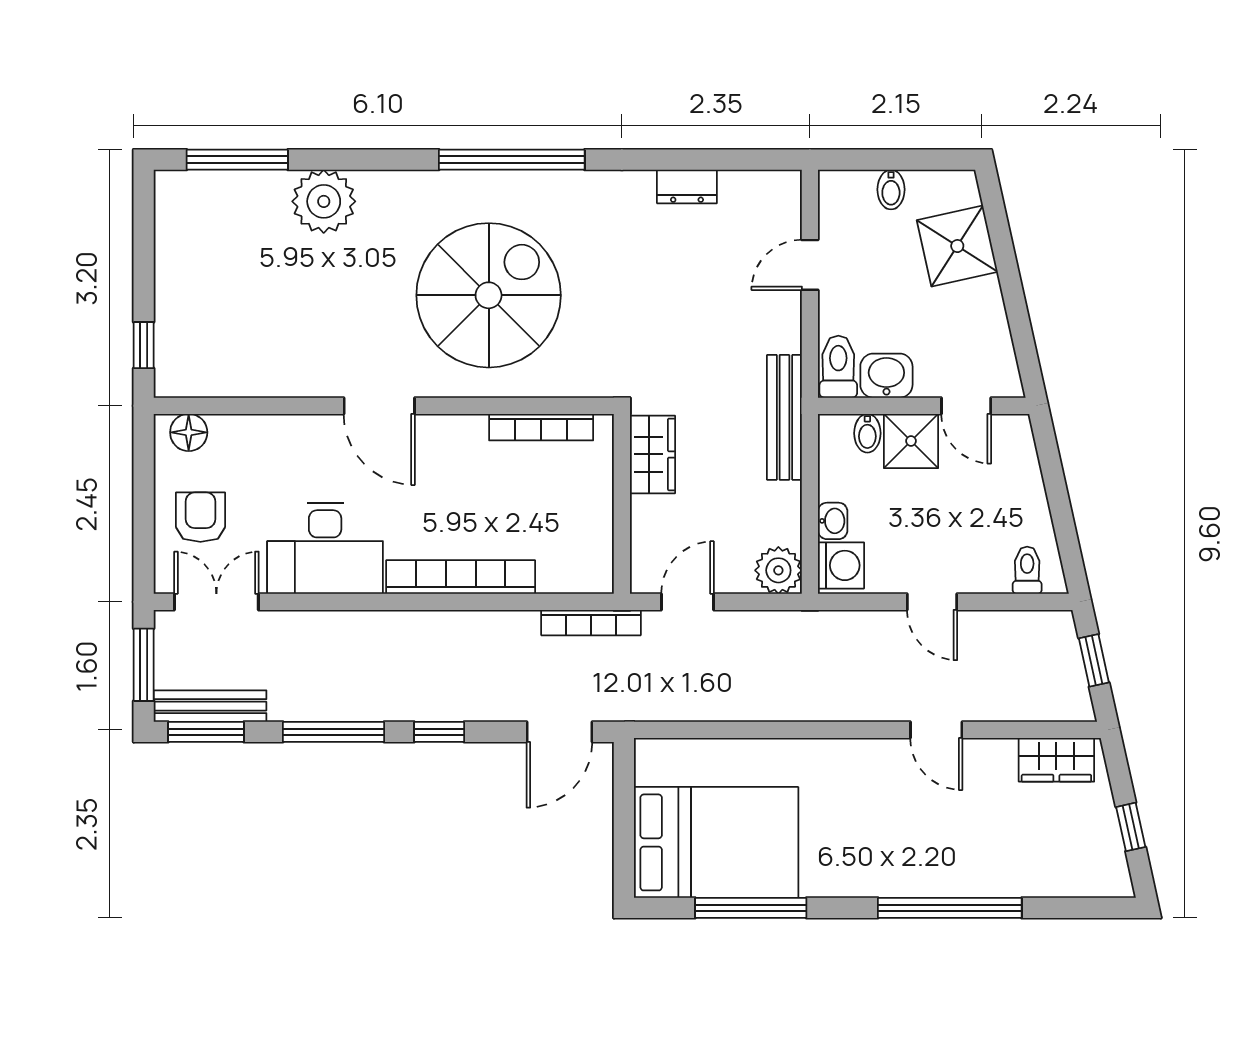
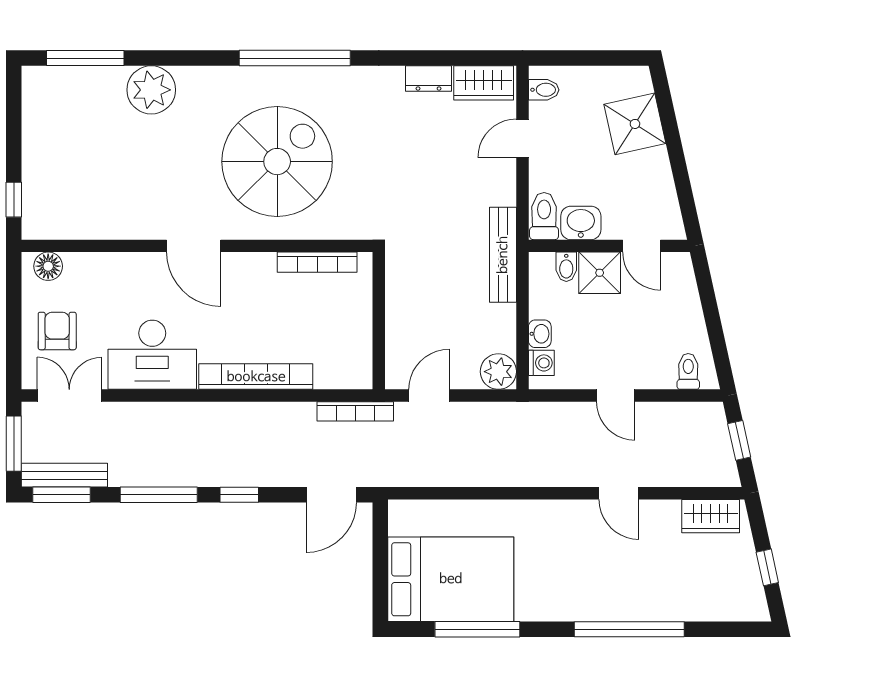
bidet: (891, 190) -> (544, 90), moved, turned -90
wardrobe: (652, 454) -> (484, 83), moved, turned 90
washing machine: (841, 565) -> (541, 363), width x0.73, depth x0.73

